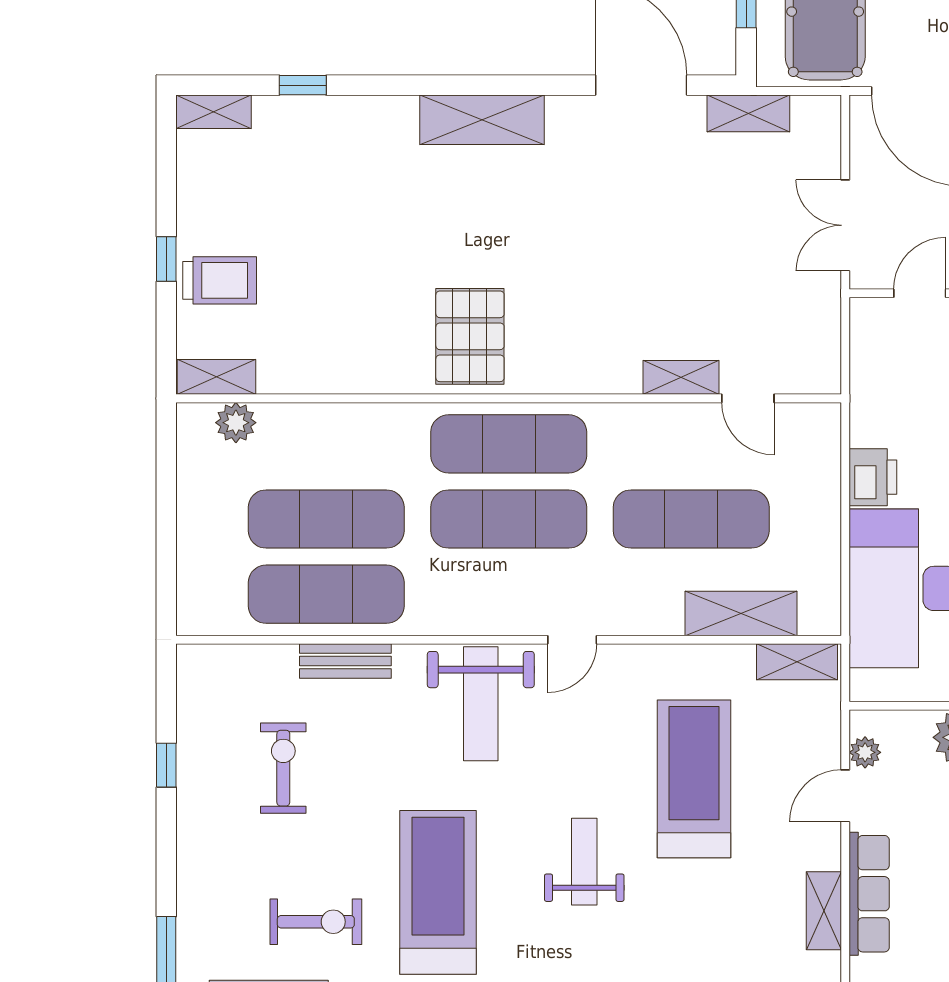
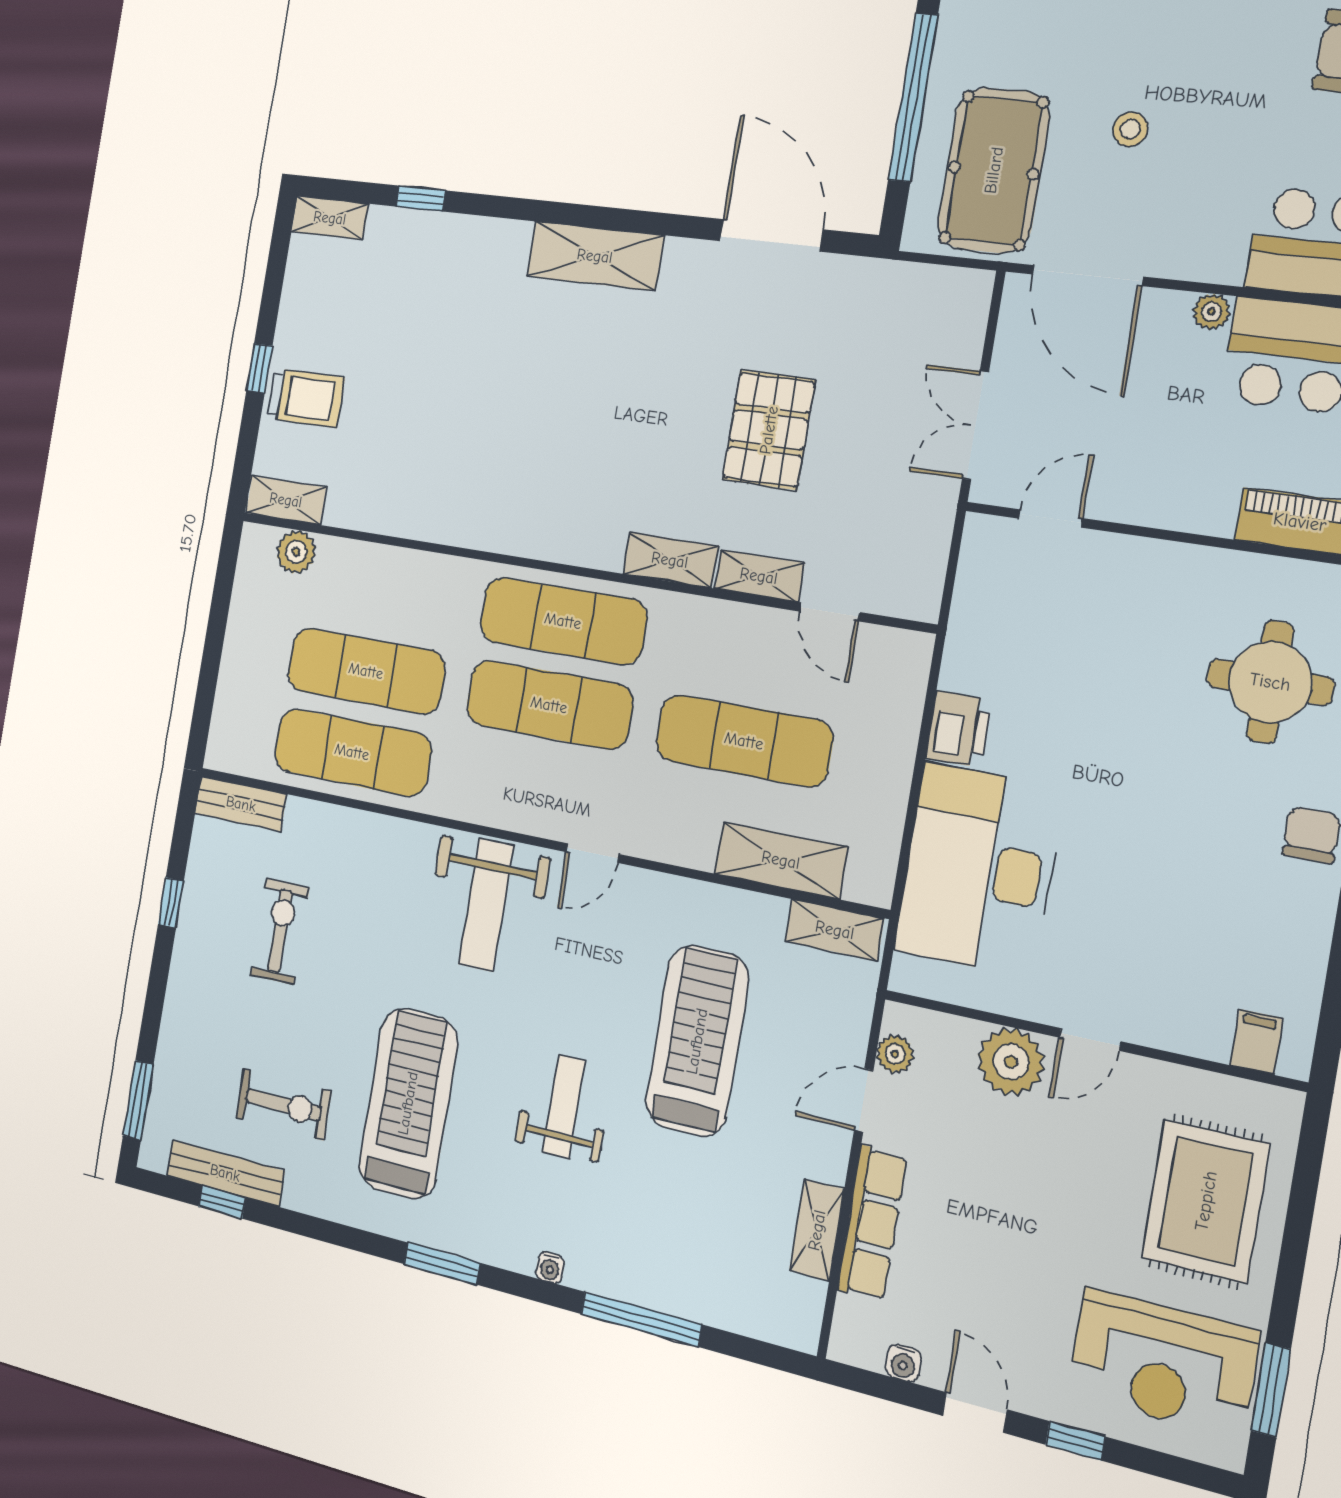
shelving: (748, 113) -> (670, 560), moved
pallet: (470, 336) -> (769, 430), moved
bench: (345, 661) -> (241, 804), moved

